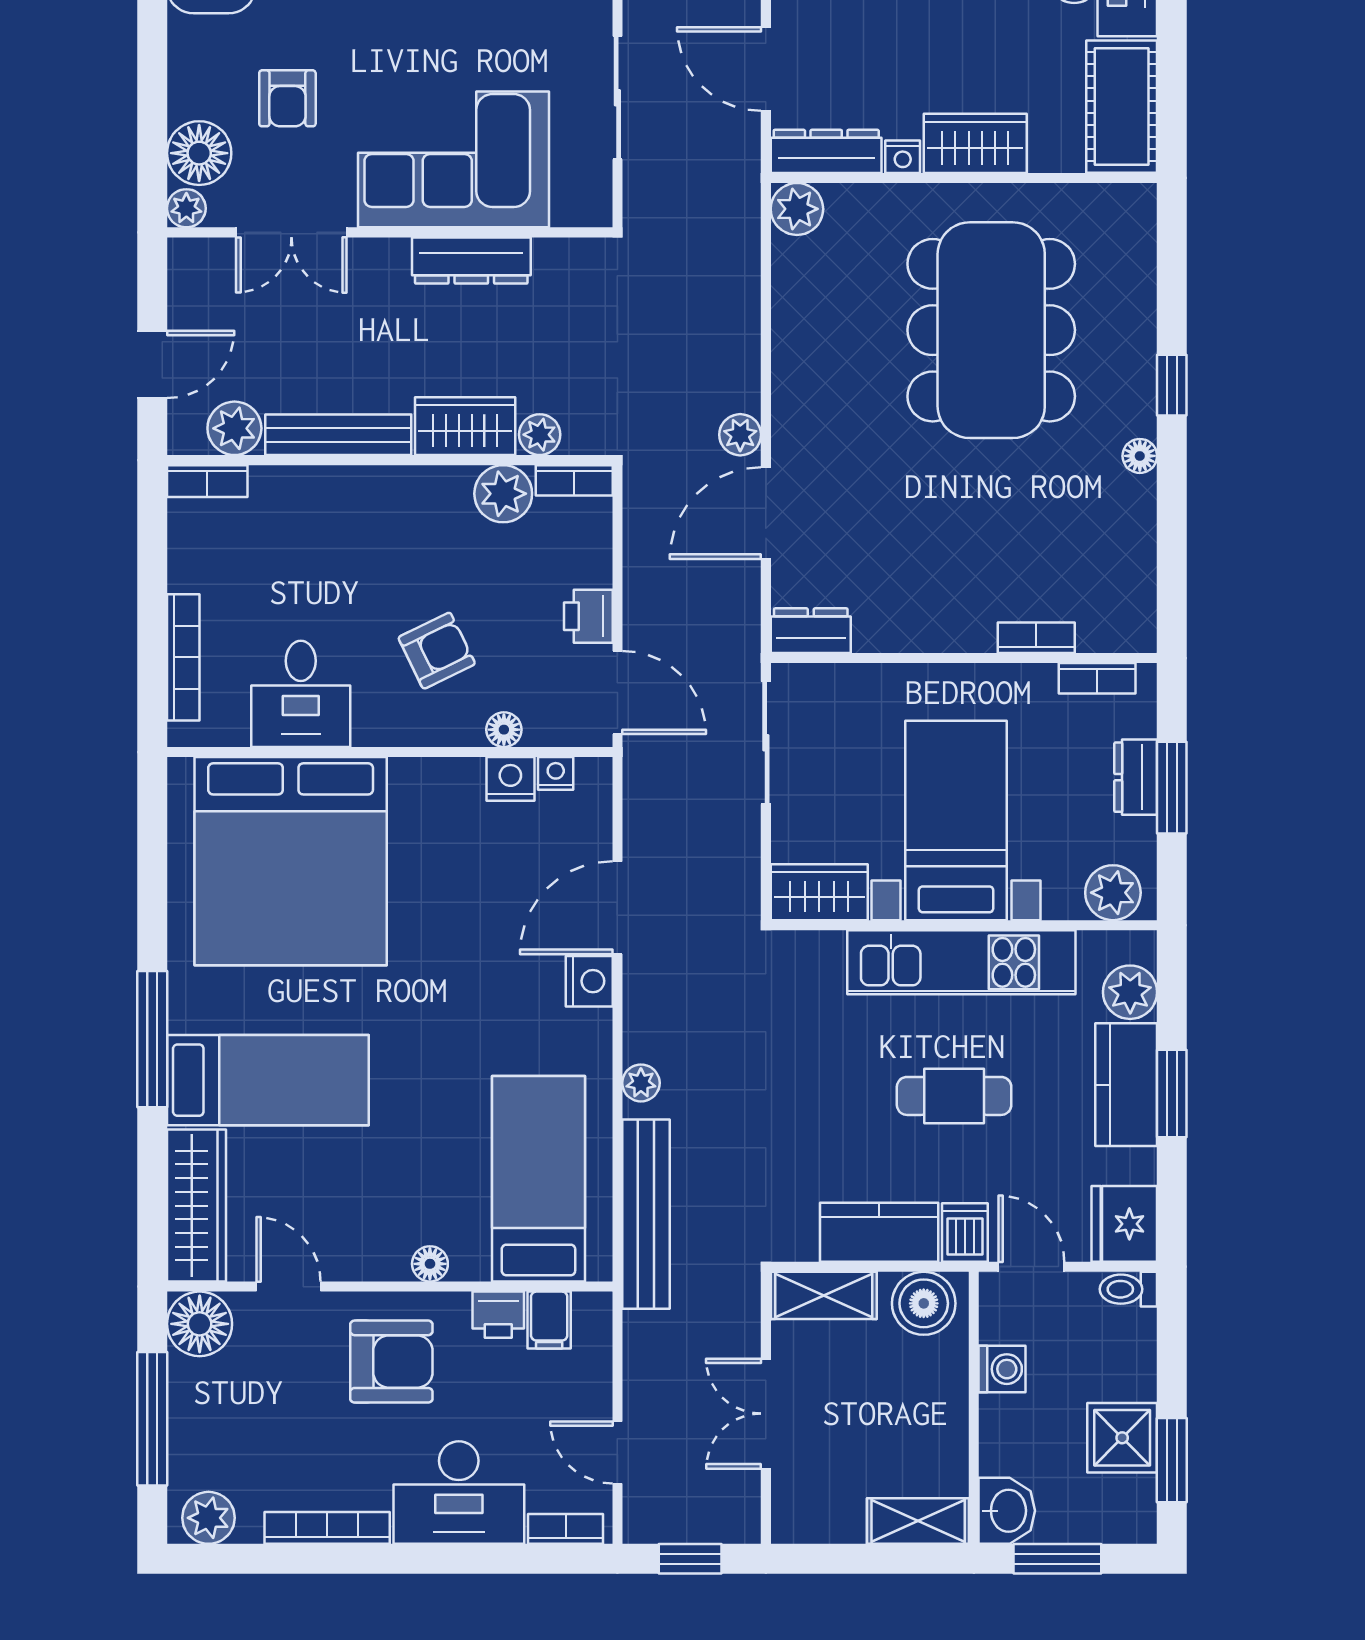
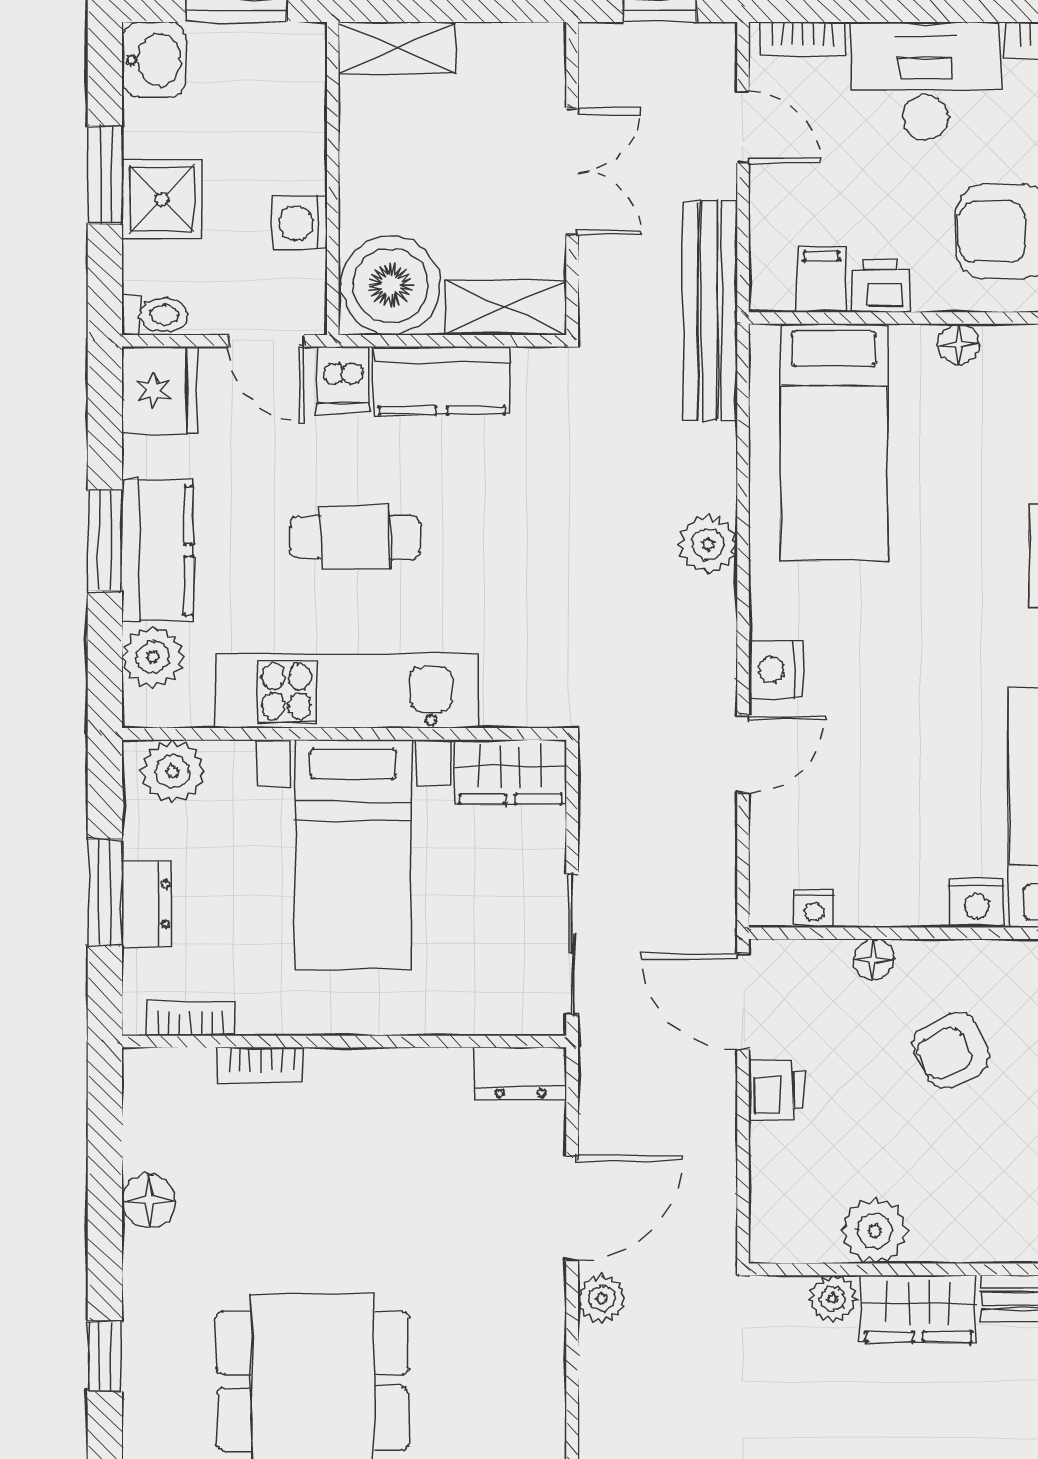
floor lamp: (1140, 456) -> (149, 1201), moved, width x1.37, depth x1.37
bookcase: (574, 480) -> (793, 1246), removed
nightstand: (510, 779) -> (977, 902), moved
door: (617, 908) -> (743, 754), width x0.73
plant: (641, 1083) -> (708, 544), width x1.38, depth x1.38
bench: (646, 1214) -> (710, 310), moved
boiler: (924, 1303) -> (390, 285), width x1.37, depth x1.37
shower: (1122, 1438) -> (162, 199), moved
window: (1172, 1460) -> (105, 175), moved
washbasin: (1007, 1511) -> (154, 60), moved, turned 180

